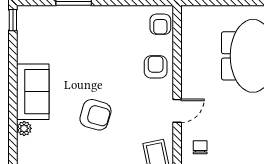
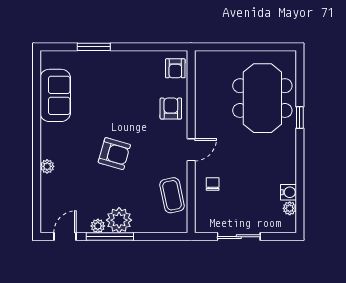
window: (13, 20) -> (37, 64), removed
sofa: (33, 92) -> (55, 95), moved

